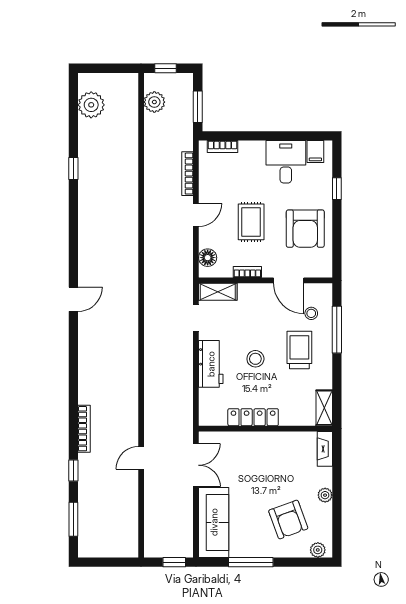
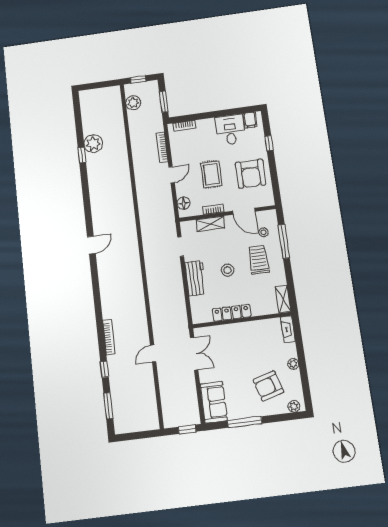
plant: (91, 105) -> (93, 144), moved
shelving: (218, 292) -> (210, 224), moved
armchair: (288, 520) -> (268, 386), turned 93
sofa: (214, 522) -> (214, 402), width x0.73

